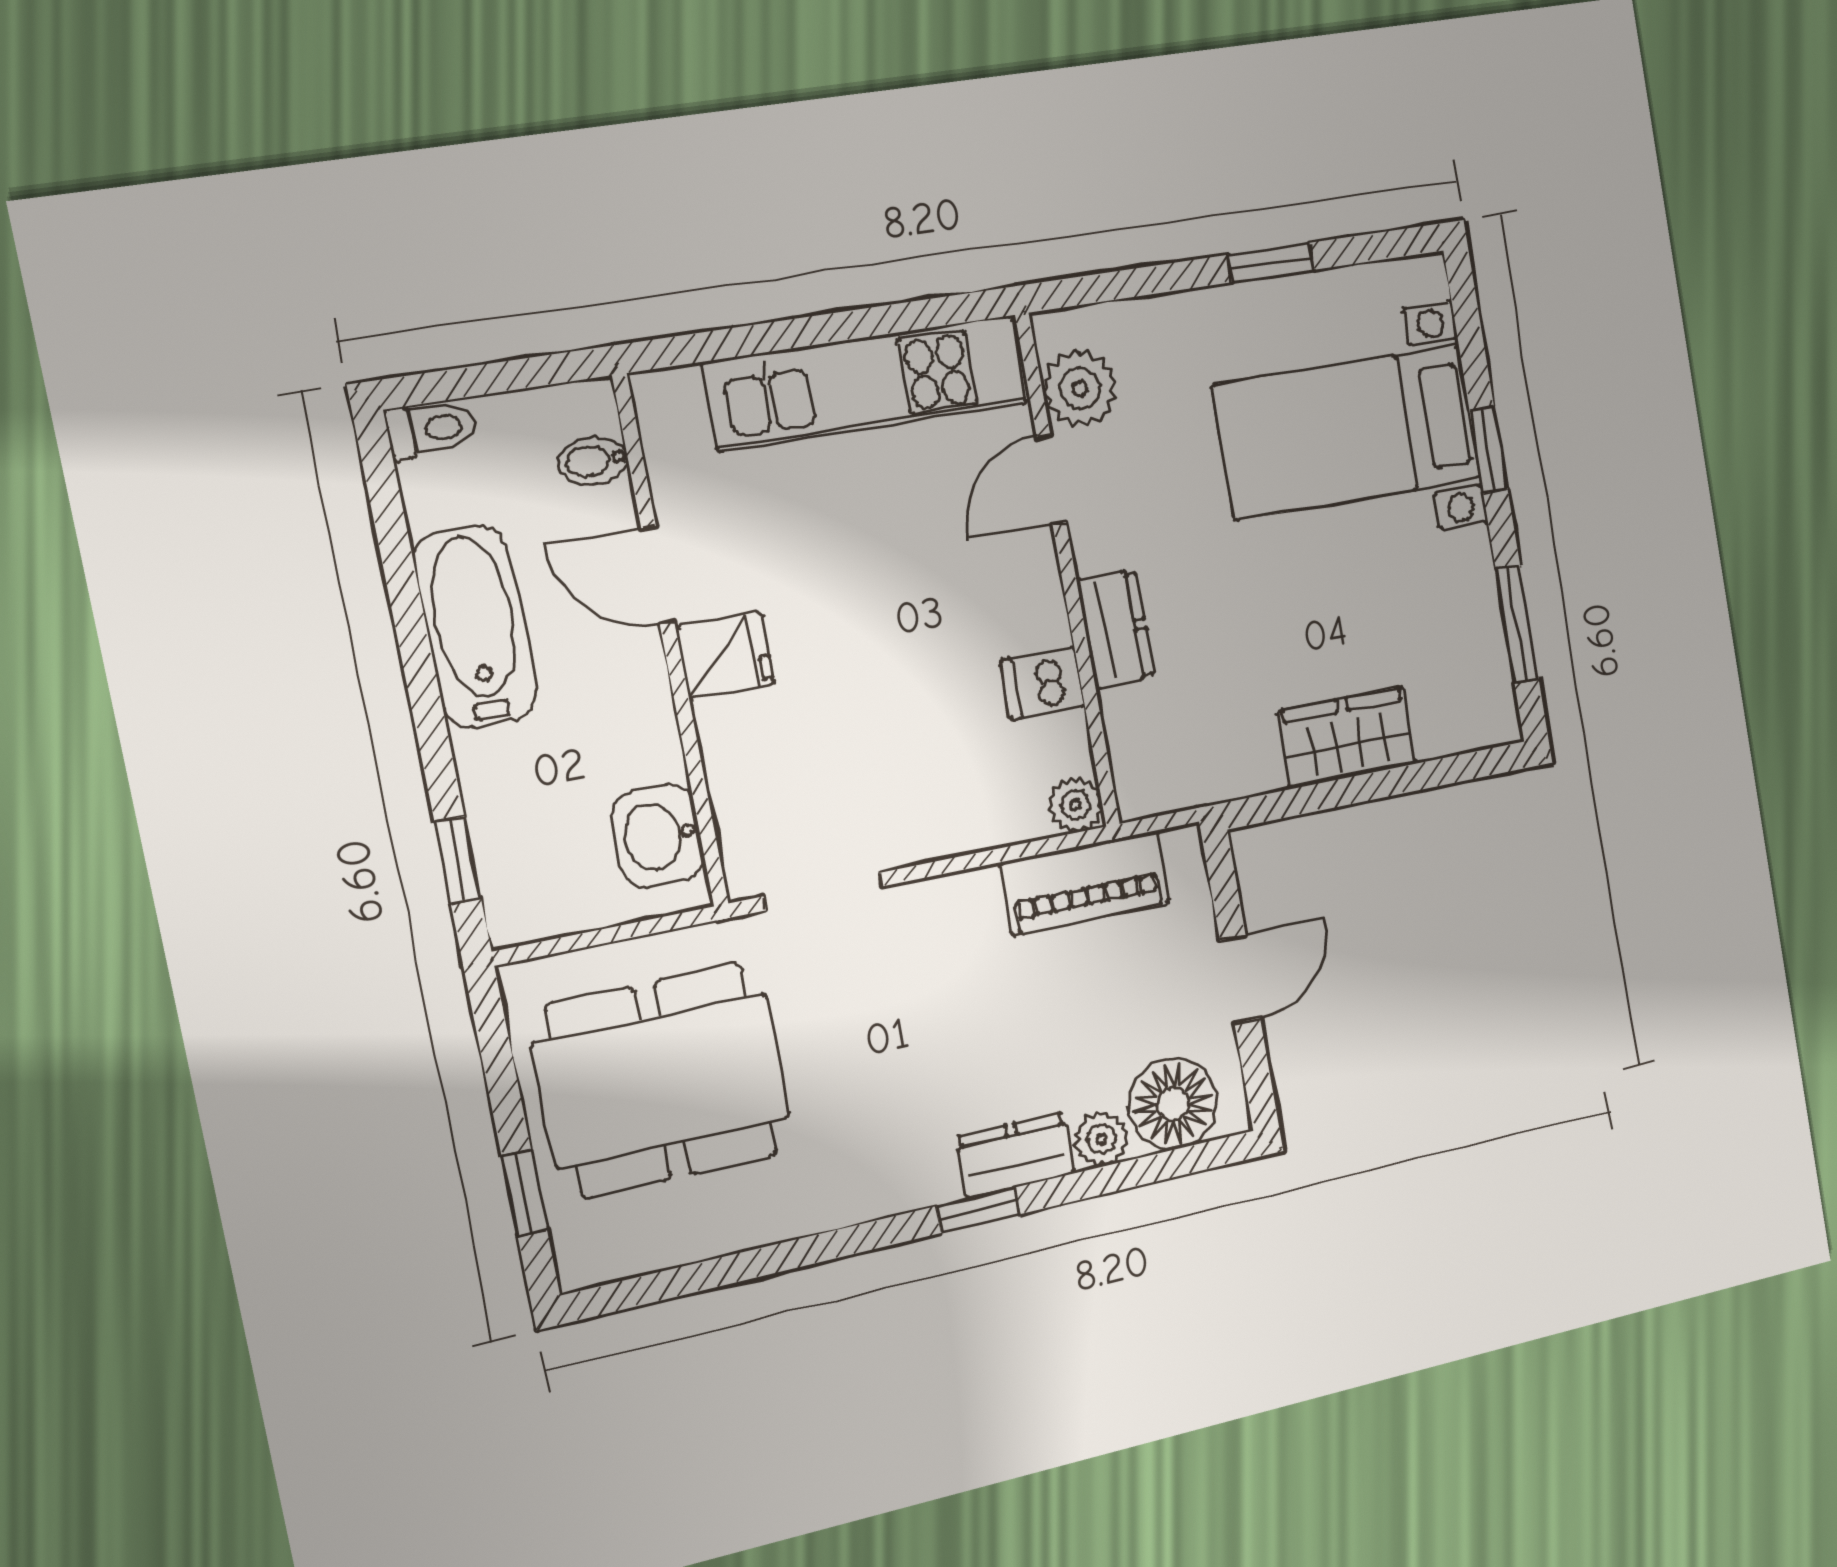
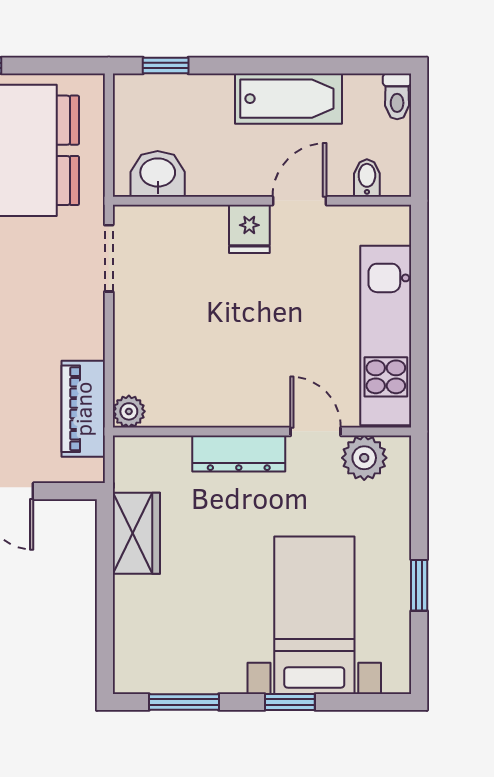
dresser: (1116, 629) -> (239, 454), width x1.44
dishwasher: (1043, 683) -> (201, 405), removed
wardrobe: (1347, 737) -> (136, 533), moved

